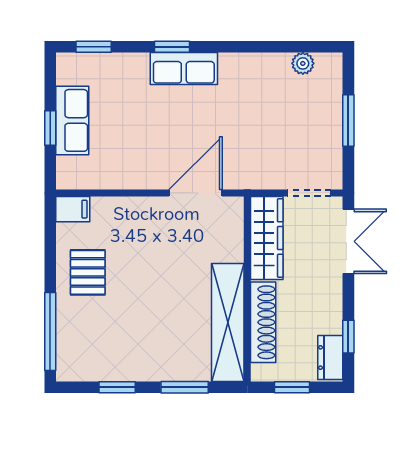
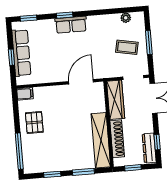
row of seats: (72, 120) -> (21, 53), width x1.48
coffee table: (300, 127) -> (127, 47), added
dresser: (330, 358) -> (149, 148), width x1.44

